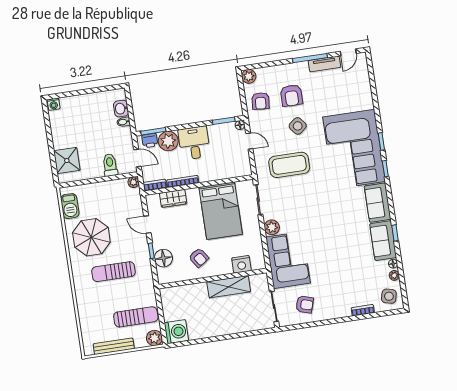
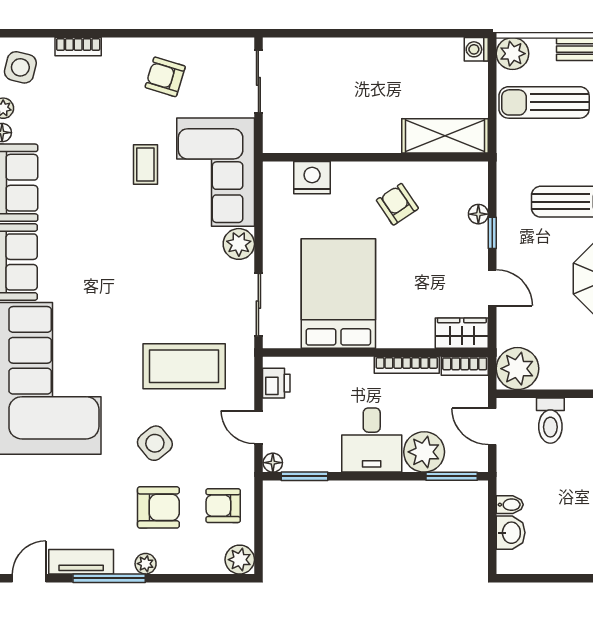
plant: (294, 68) -> (146, 564), added
armchair: (291, 95) -> (158, 507), turned 90
armchair: (261, 101) -> (223, 506), turned -95
printer: (150, 141) -> (276, 383), moved, turned 90
plant: (133, 182) -> (518, 369), width x1.88, depth x1.88
wardrobe: (173, 198) -> (462, 333), moved
floor lamp: (163, 258) -> (478, 214), width x0.53, depth x0.53
coffee table: (322, 259) -> (145, 164), added
shelving: (229, 287) -> (445, 136), moved
armchair: (305, 304) -> (165, 77), moved
washing machine: (176, 332) -> (476, 49), width x0.53, depth x0.53

